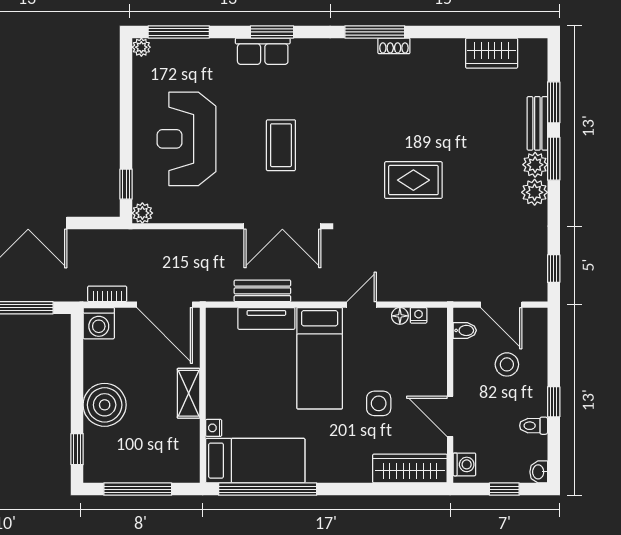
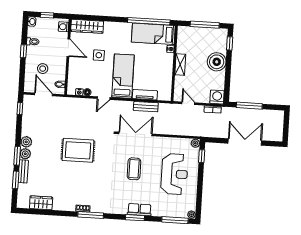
rug: (413, 180) -> (78, 150), width x1.36, depth x1.43
door: (165, 305) -> (188, 103), width x0.53

